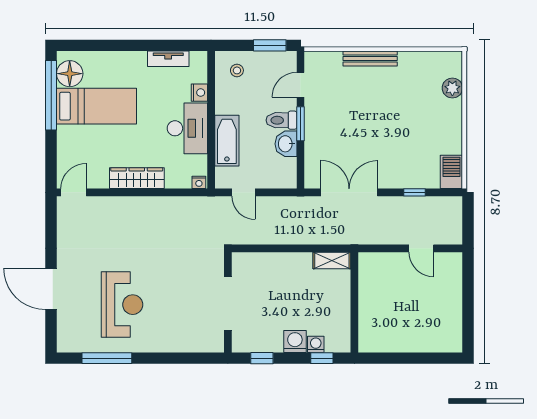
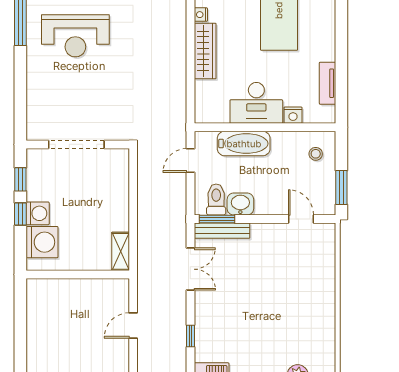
bench: (370, 59) -> (222, 231), moved, turned 90
toilet: (281, 120) -> (216, 200), moved
window: (300, 124) -> (217, 219), moved
nightstand: (199, 182) -> (201, 15), moved
double door: (349, 192) -> (190, 269), width x0.73
door: (421, 248) -> (133, 325), moved
washing machine: (316, 344) -> (42, 242), width x1.89, depth x1.89
window: (322, 358) -> (20, 214), moved

